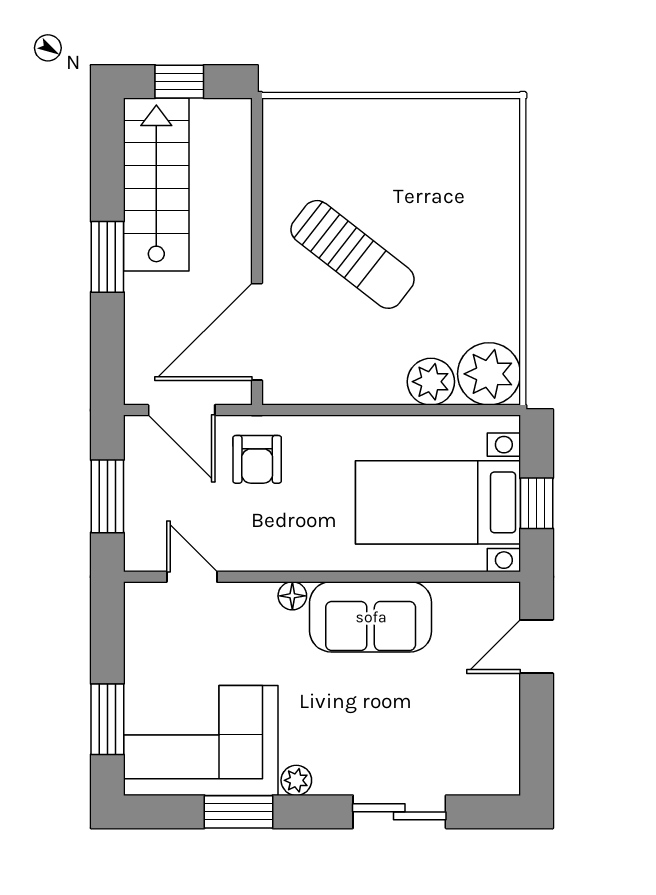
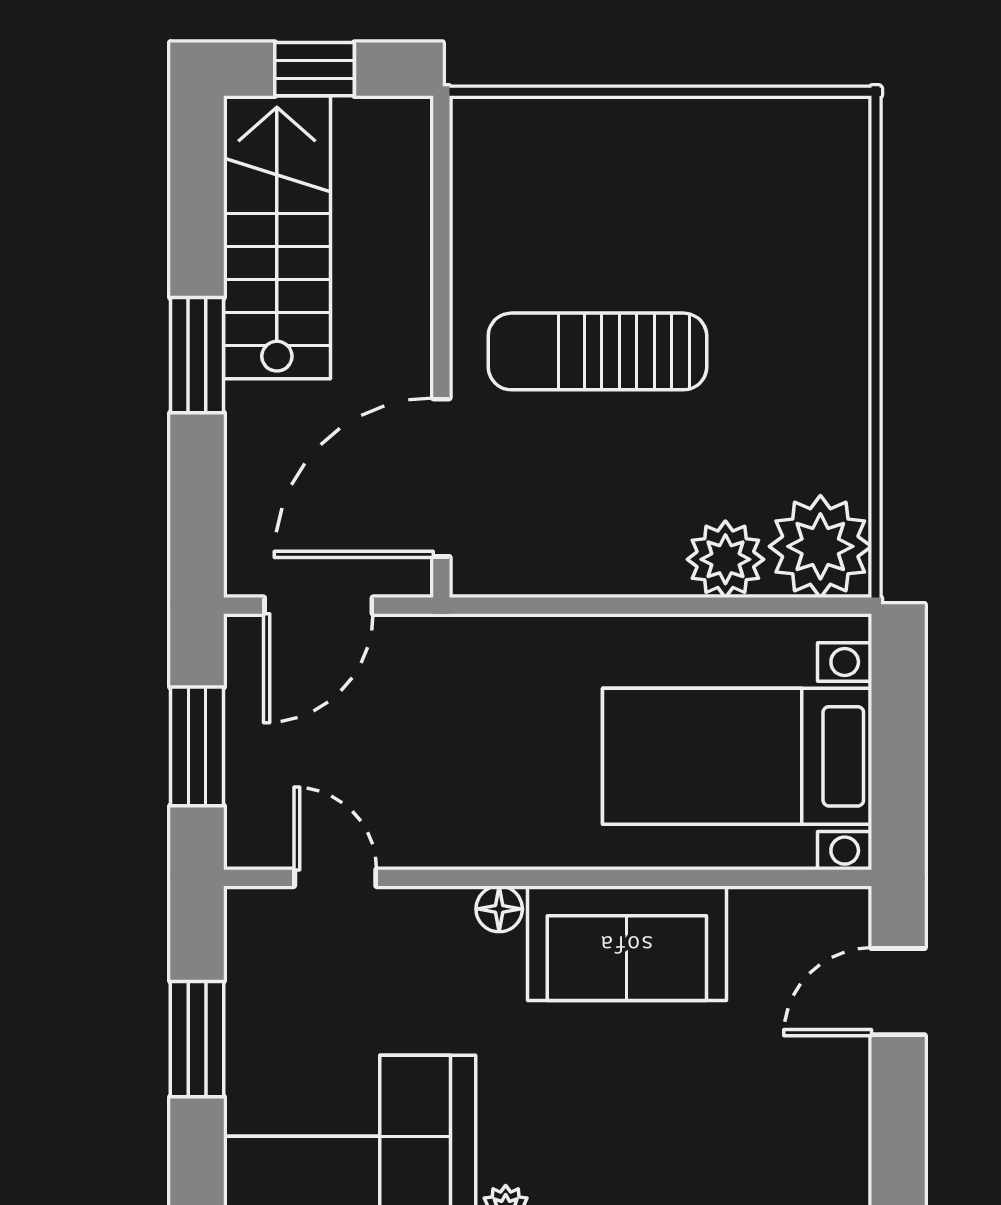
sun lounger: (353, 254) -> (597, 351), turned 142
door: (182, 410) -> (318, 606), hinge flipped
armchair: (257, 459) -> (442, 686), removed
window: (537, 503) -> (898, 758), removed
window: (107, 719) -> (197, 1039), moved

